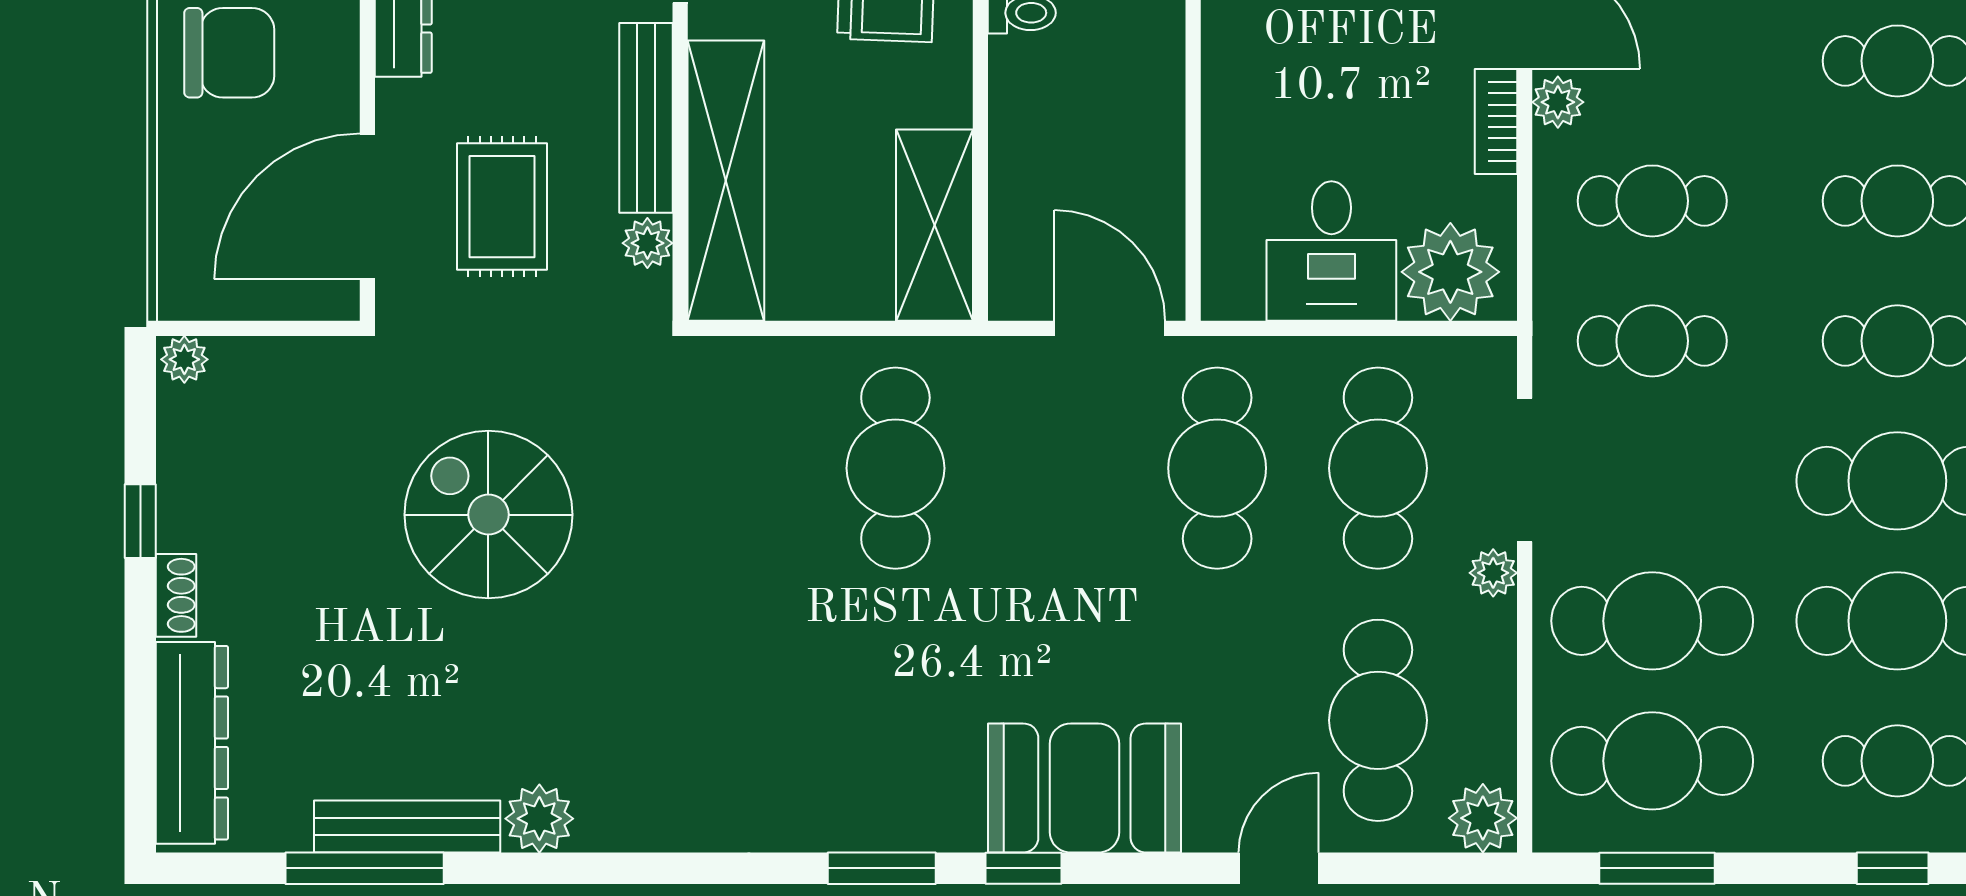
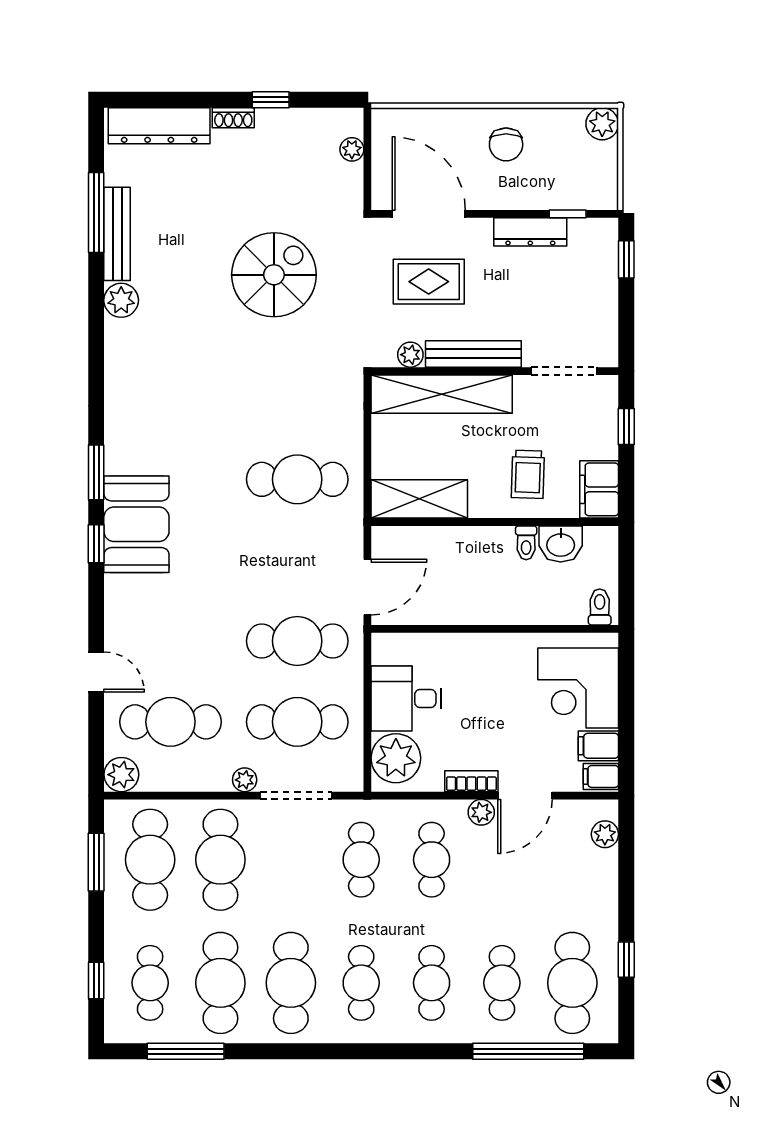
chair: (229, 53) -> (506, 144), width x0.73, depth x0.73
plant: (184, 359) -> (352, 149), moved
booth: (1084, 788) -> (136, 524), moved

